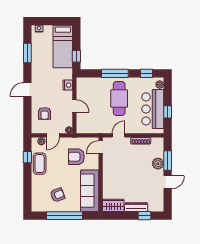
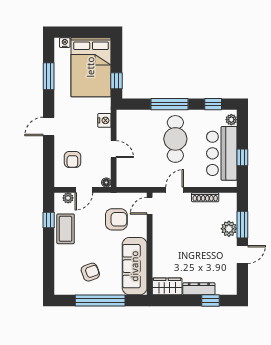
bed: (63, 47) -> (91, 67), width x1.50
armchair: (76, 157) -> (116, 219), turned 180

